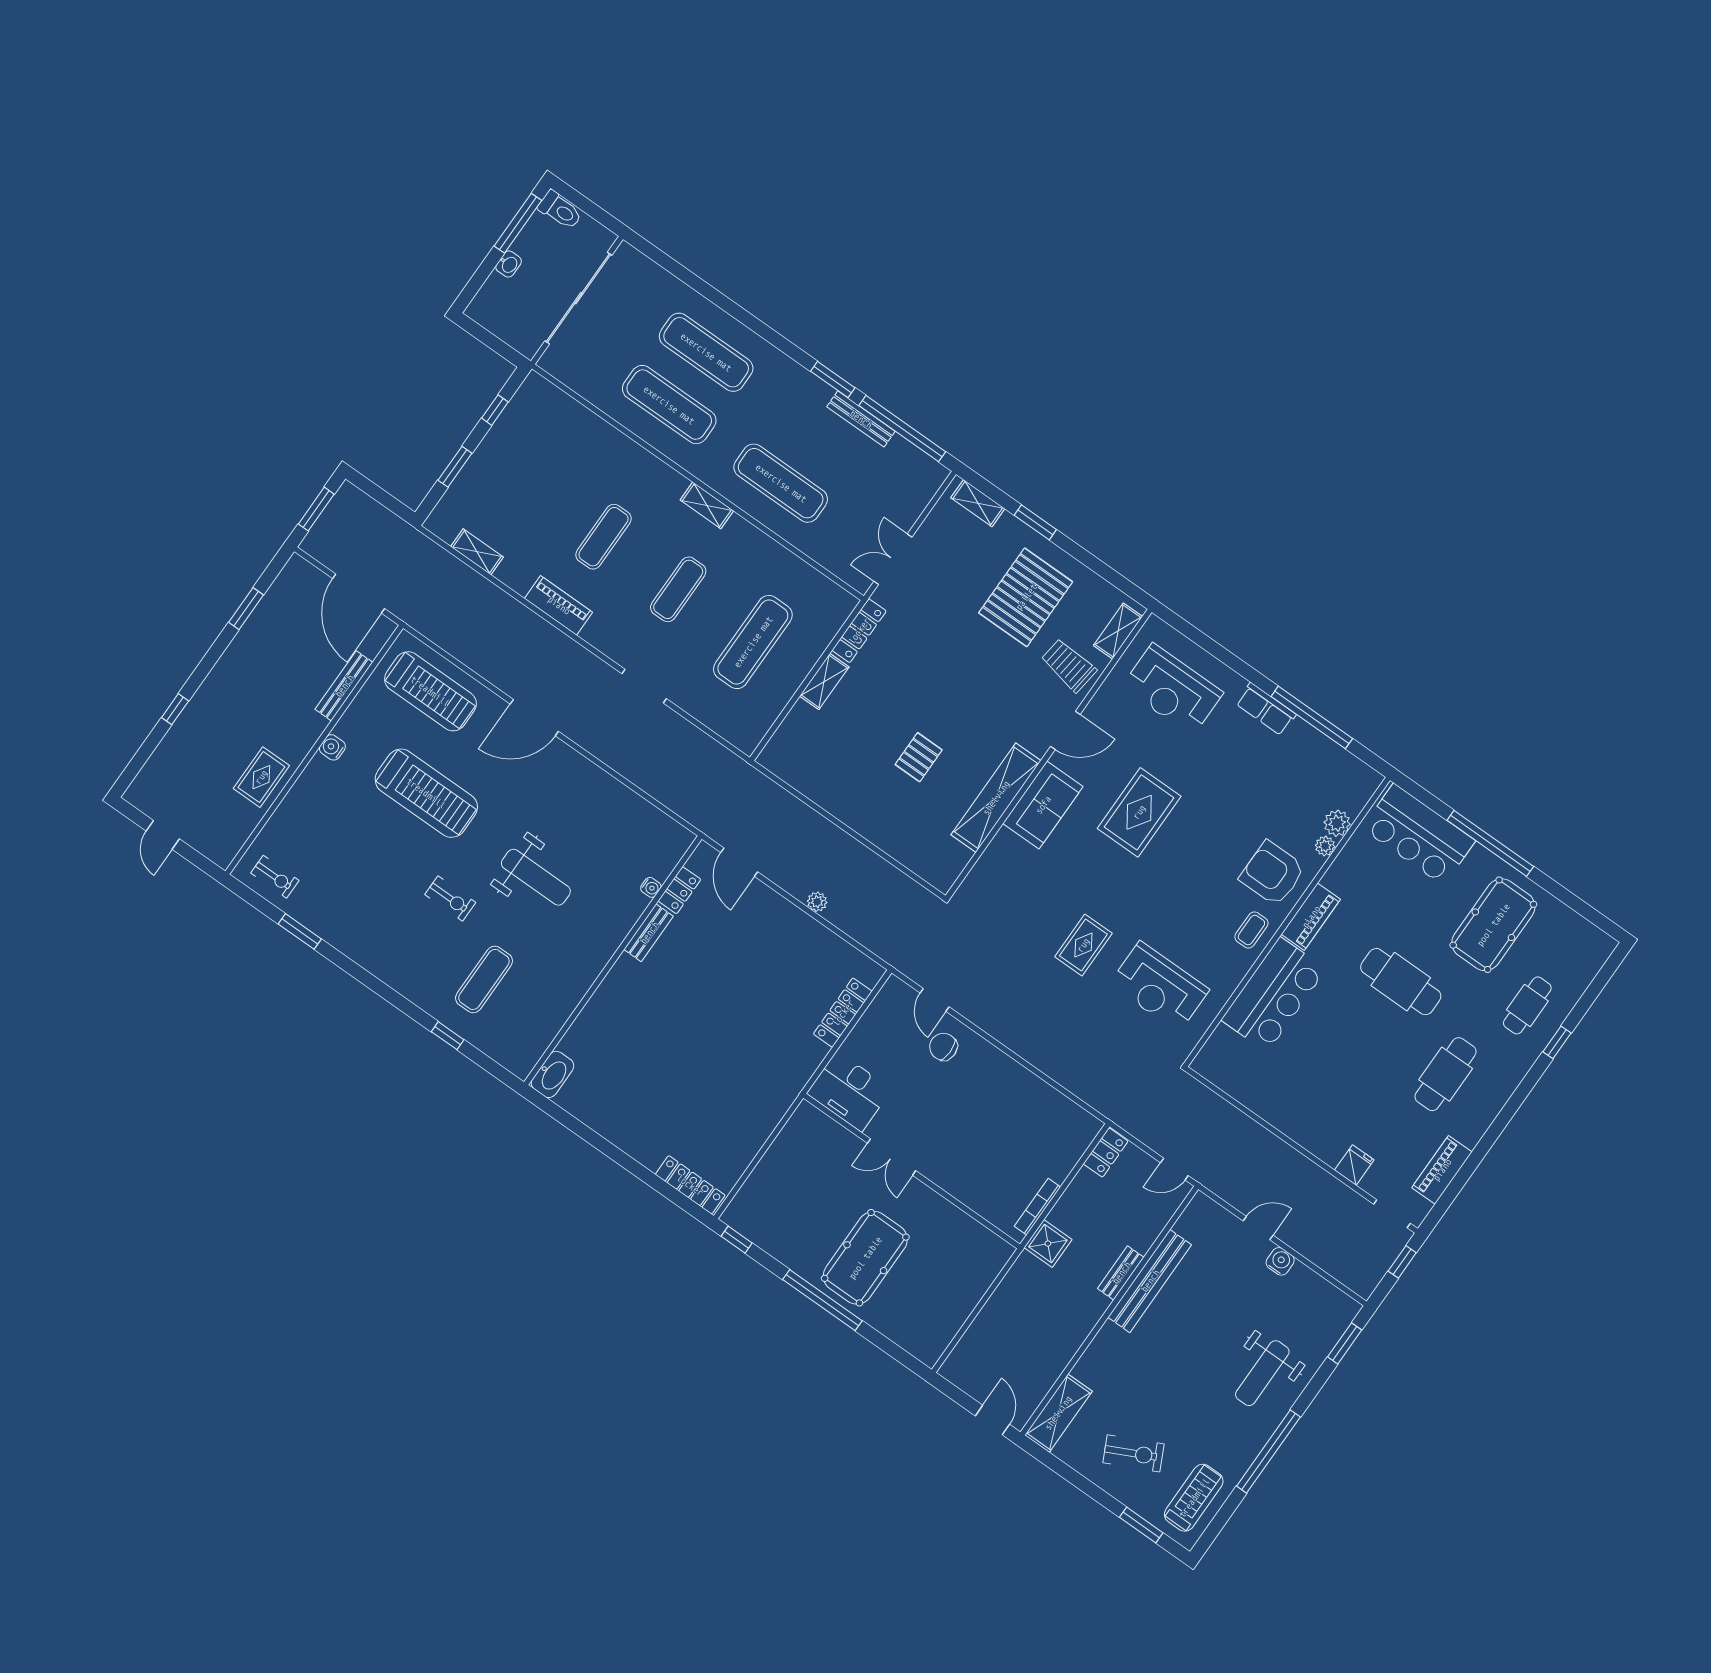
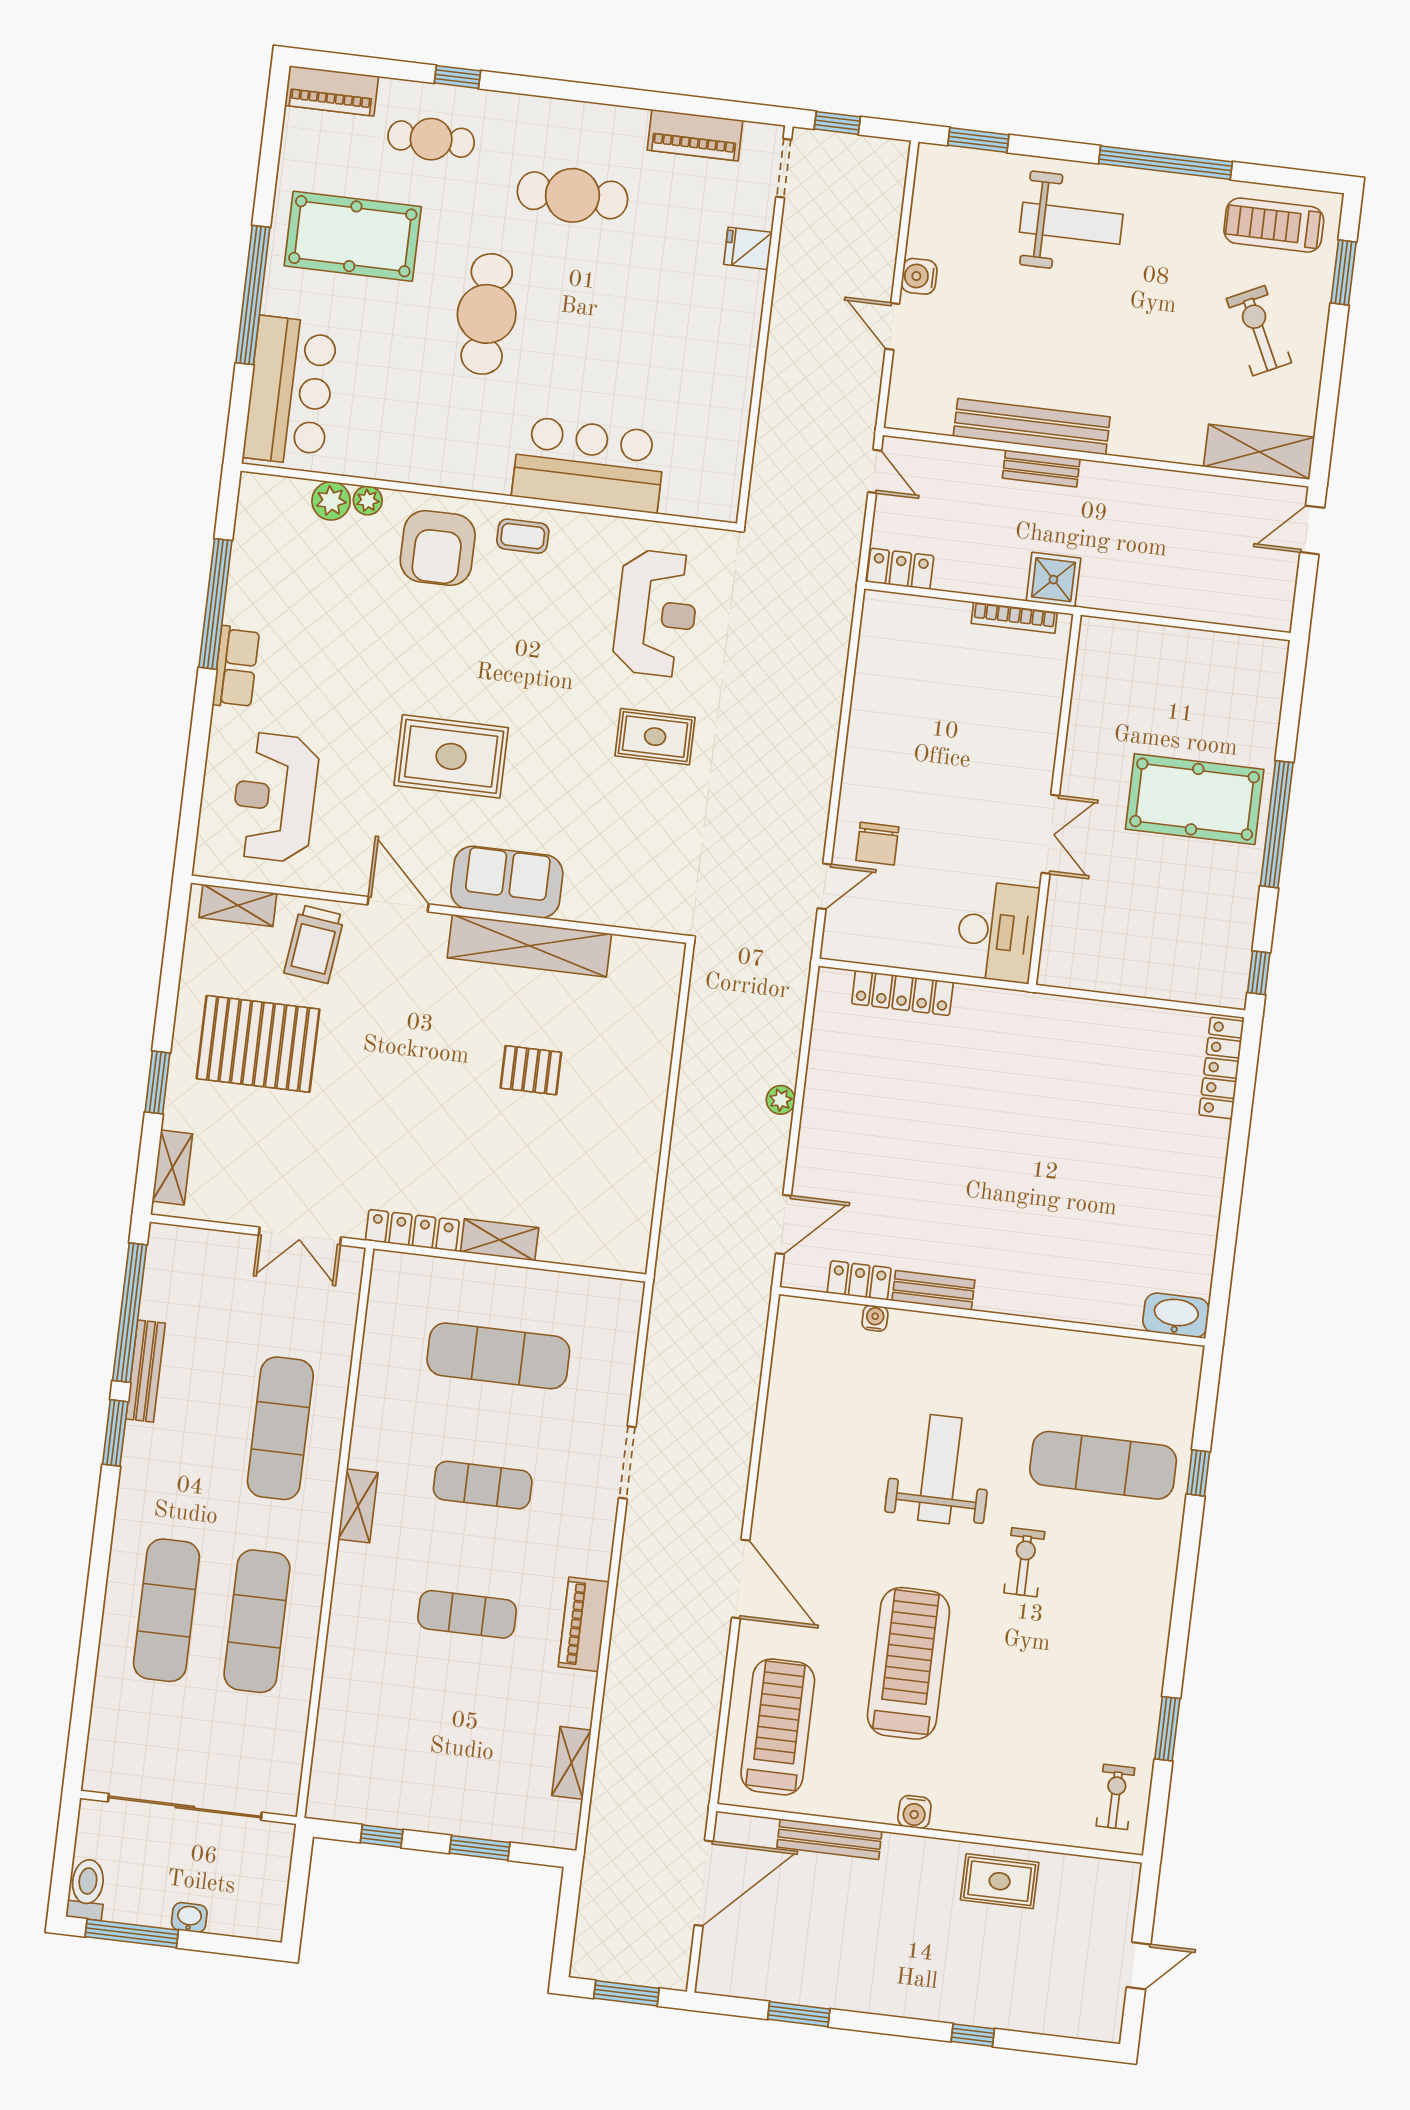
reception desk: (1173, 690) -> (275, 797), turned 180
piano: (1311, 917) -> (332, 91), moved, turned 180
exercise mat: (484, 979) -> (1103, 1465), width x1.36, depth x1.45

